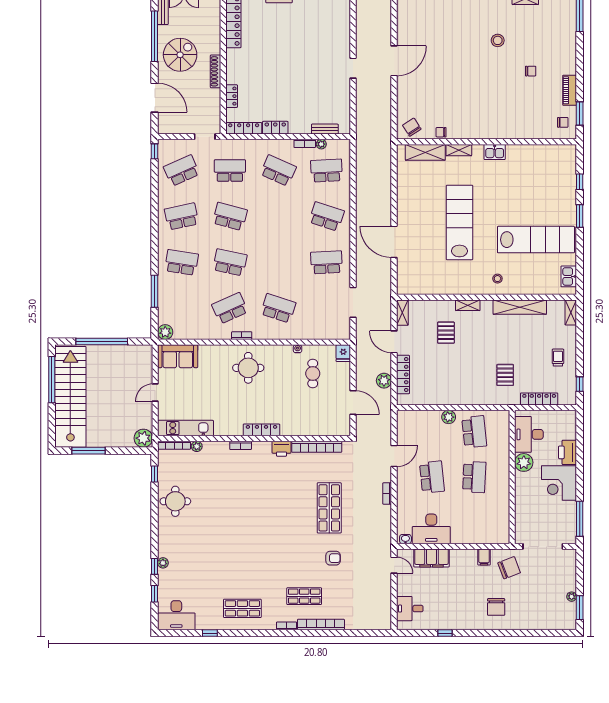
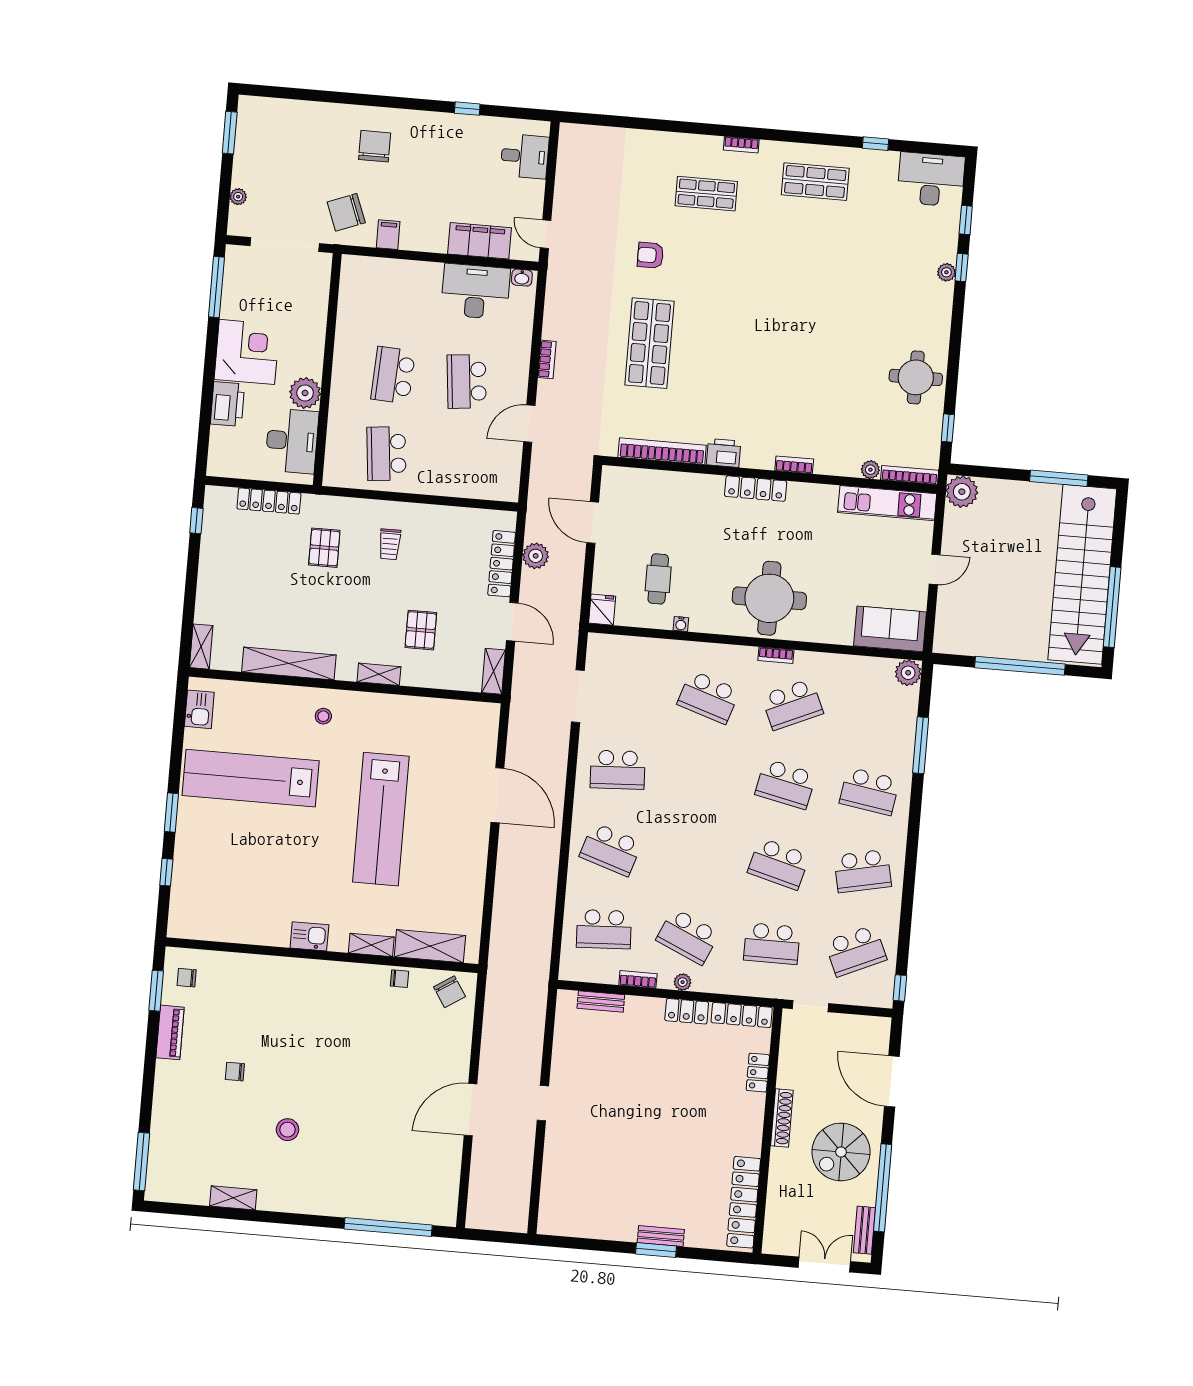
plant: (321, 144) -> (683, 982), moved
trolley: (558, 358) -> (390, 544), moved
round table: (248, 368) -> (769, 598), width x1.36, depth x1.36
plant: (449, 417) -> (429, 483), removed
plant: (572, 597) -> (238, 197), moved
bookcase: (321, 624) -> (681, 142), removed

